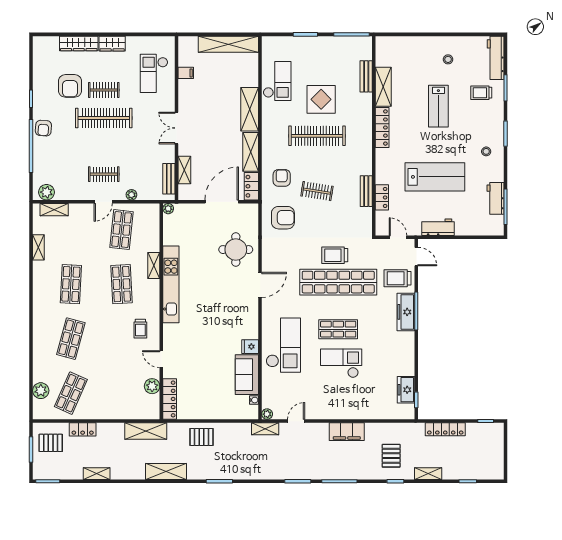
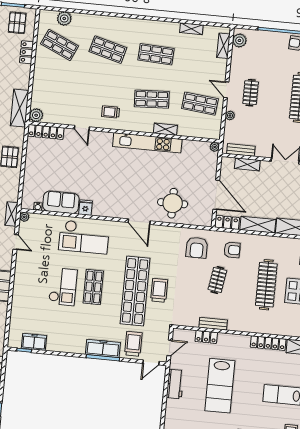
door: (161, 359) -> (82, 128), swing flipped
plant: (152, 386) -> (36, 115), moved

